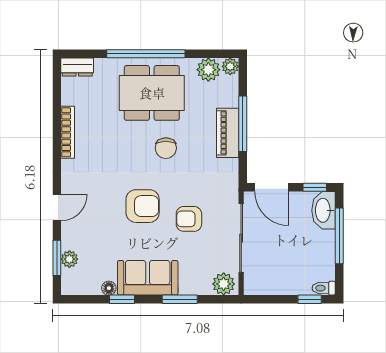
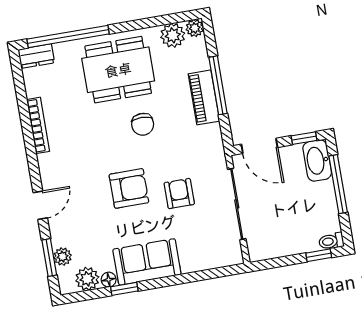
window: (146, 54) -> (68, 36), moved
armchair: (189, 219) -> (179, 194), turned 90
plant: (224, 284) -> (87, 279), moved
window: (180, 299) -> (184, 278), removed

